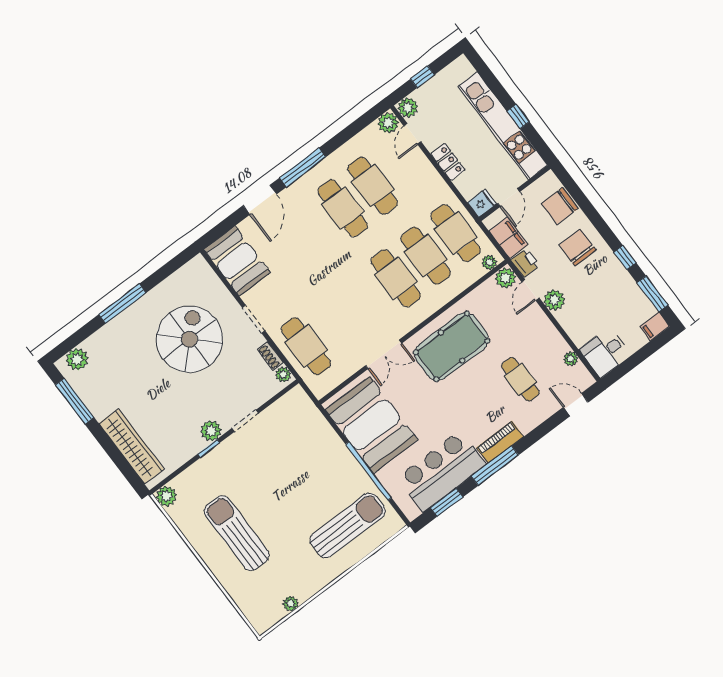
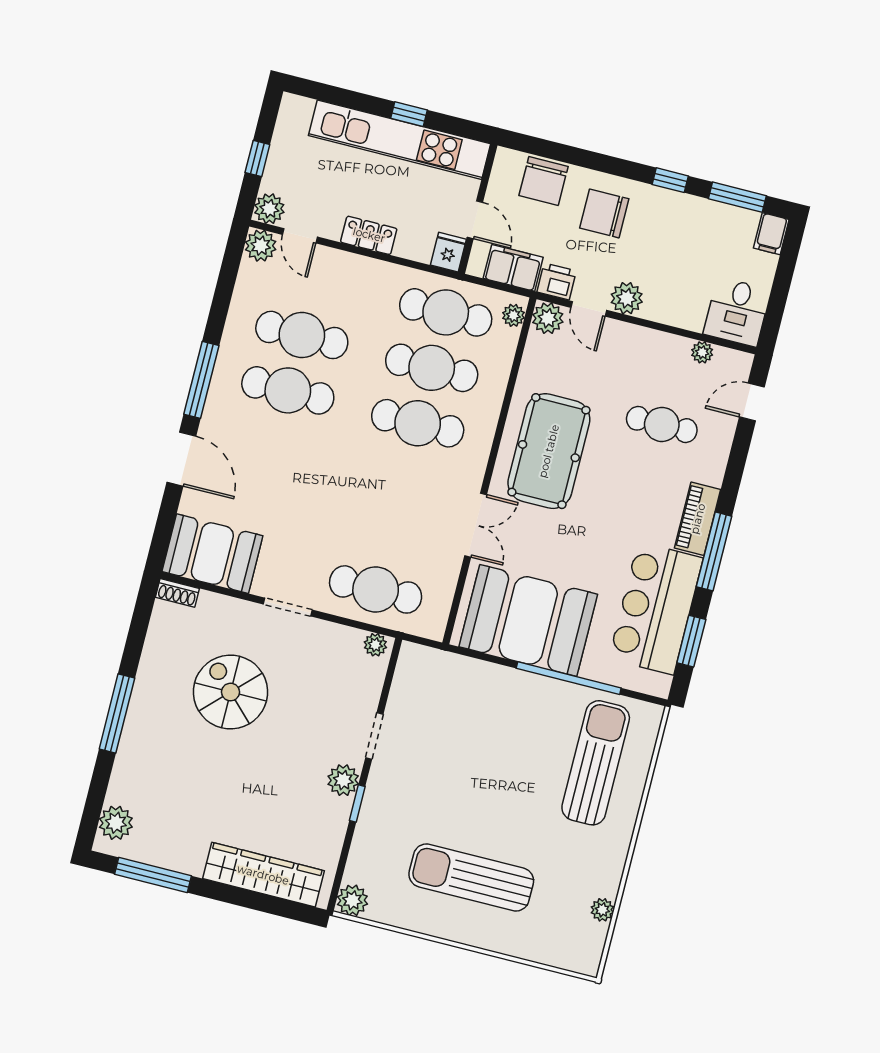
spiral stairs: (189, 339) -> (230, 692), width x0.73, depth x0.73
shoe rack: (270, 356) -> (177, 593), moved

